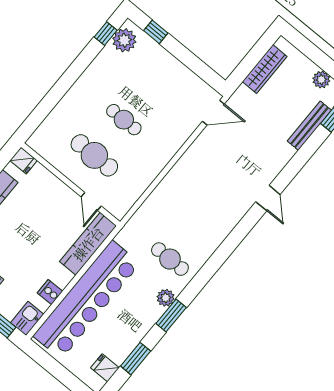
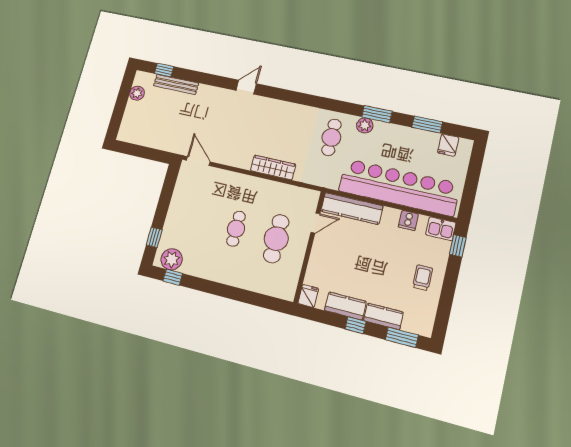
wardrobe: (265, 69) -> (273, 167), moved

